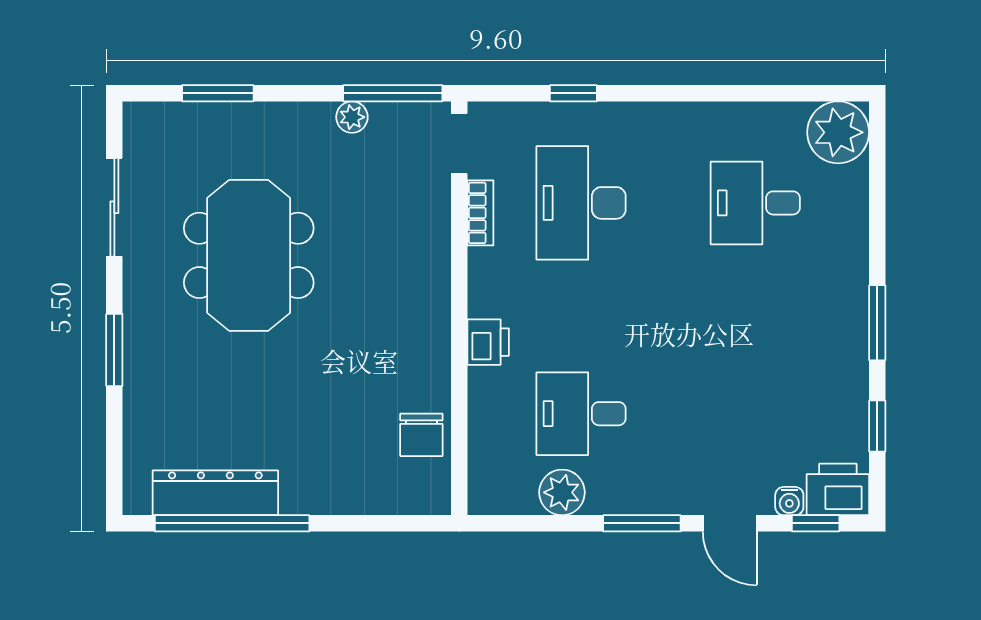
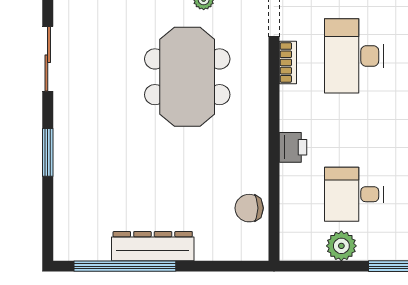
meeting table: (249, 255) -> (187, 77), moved
chair: (421, 435) -> (249, 208), turned 90
dresser: (215, 493) -> (153, 246), moved

